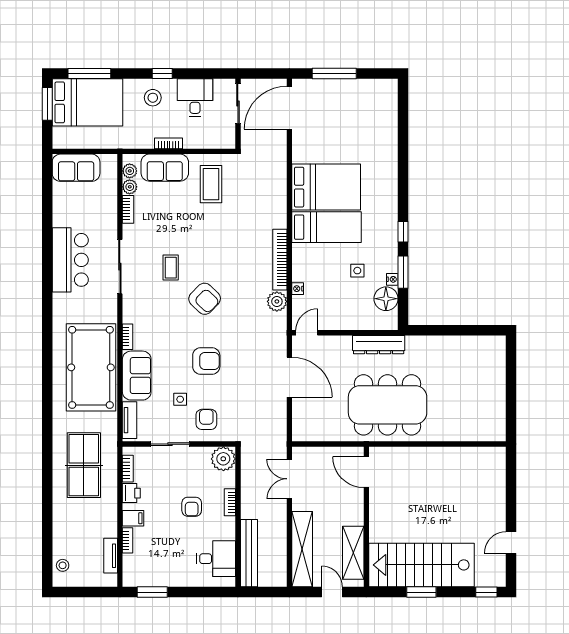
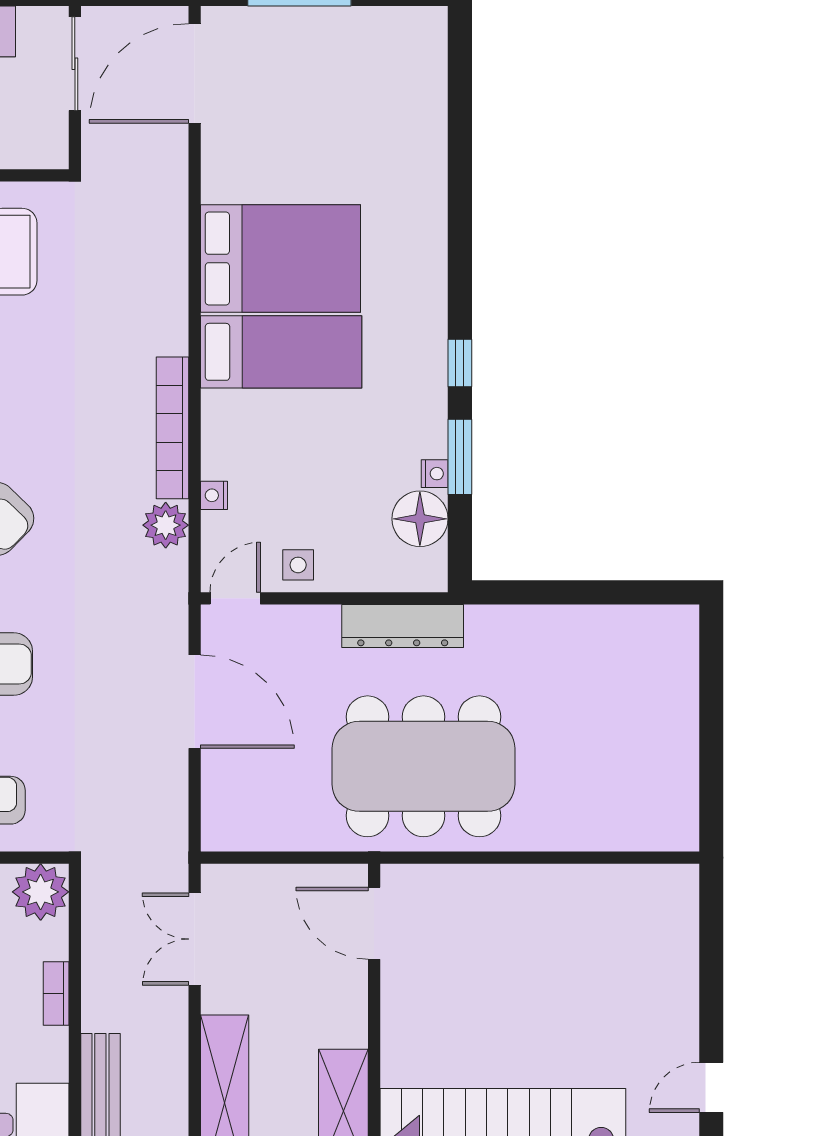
side table: (357, 271) -> (298, 565), moved

